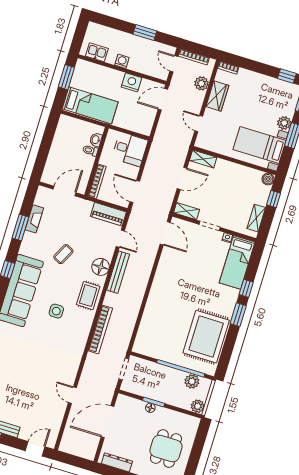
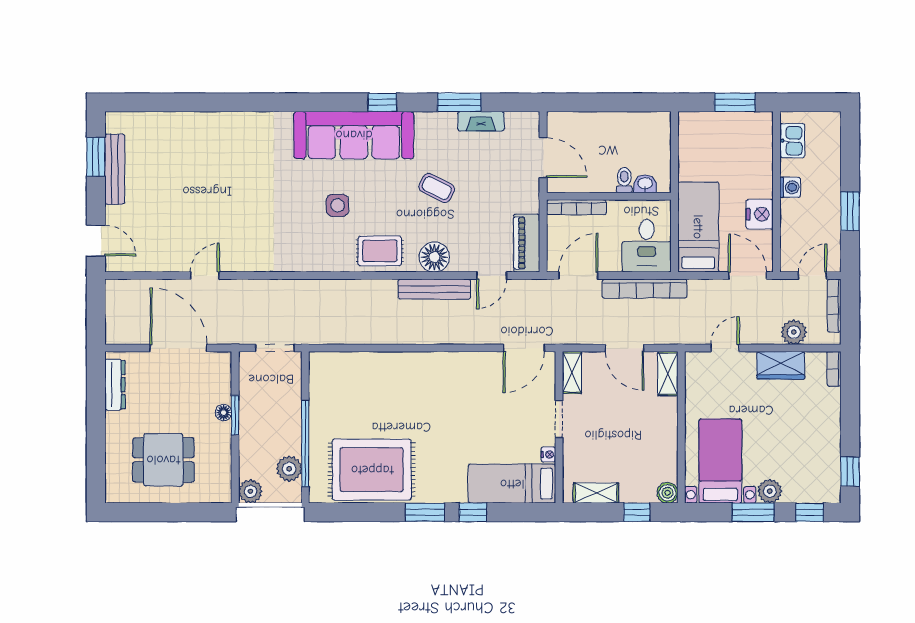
bed: (90, 105) -> (698, 227), moved, turned 180
bookcase: (100, 329) -> (645, 289), moved

